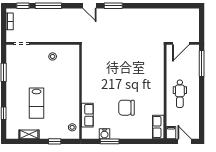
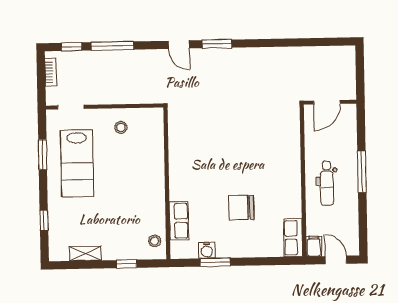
window: (202, 64) -> (362, 172), moved
lab bench: (36, 103) -> (77, 163), moved, width x1.36, depth x1.39

